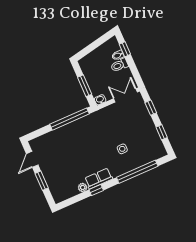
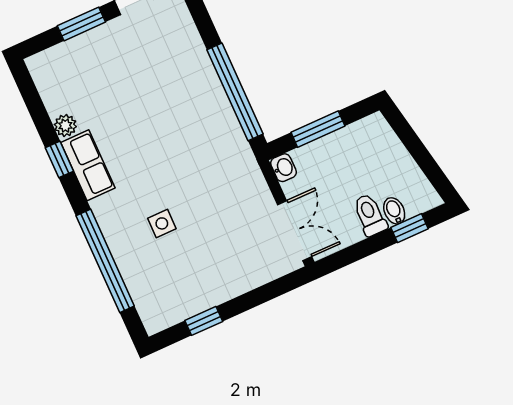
window: (151, 108) -> (265, 293), removed

